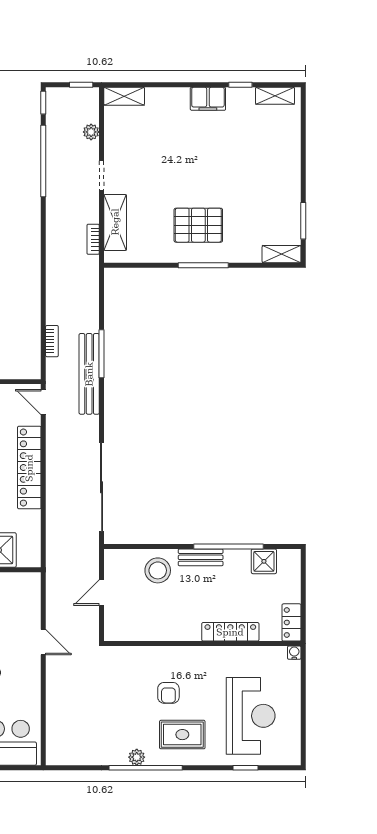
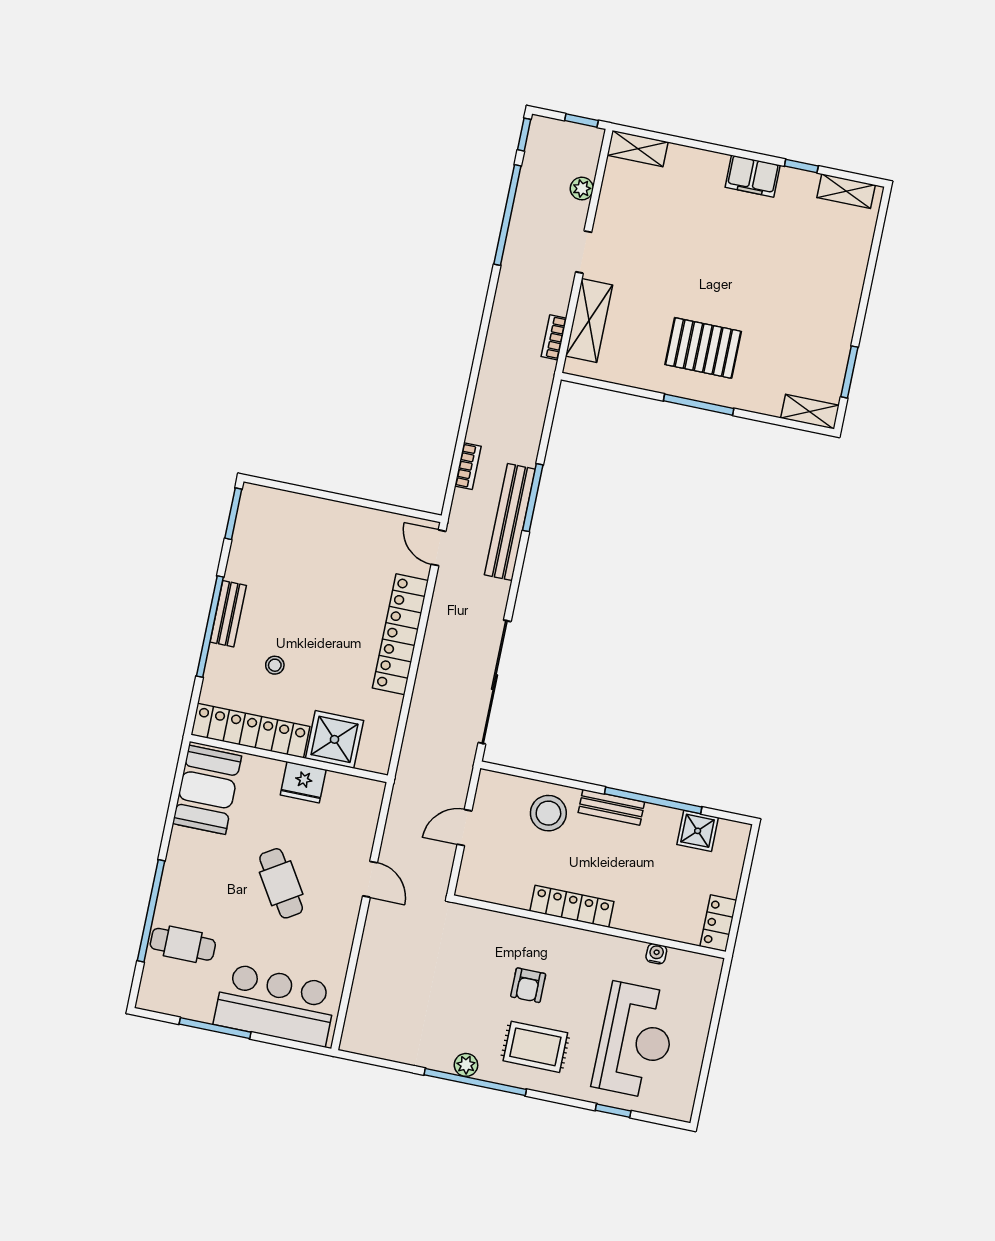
locker: (230, 632) -> (572, 906), moved
water cooler: (294, 653) -> (656, 954), moved

